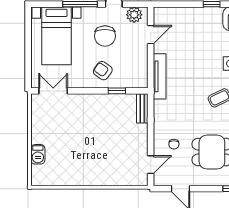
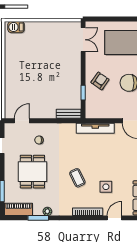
barbecue: (38, 154) -> (16, 27), moved
door: (151, 165) -> (22, 121), swing flipped

